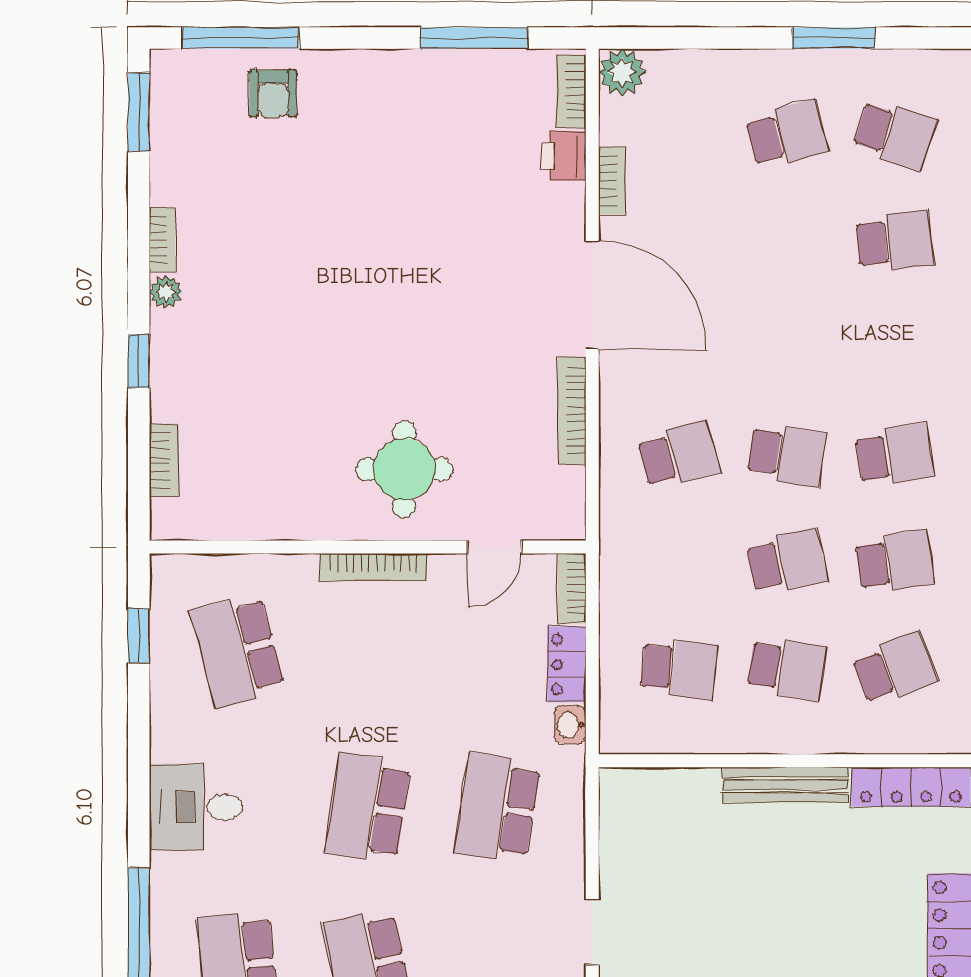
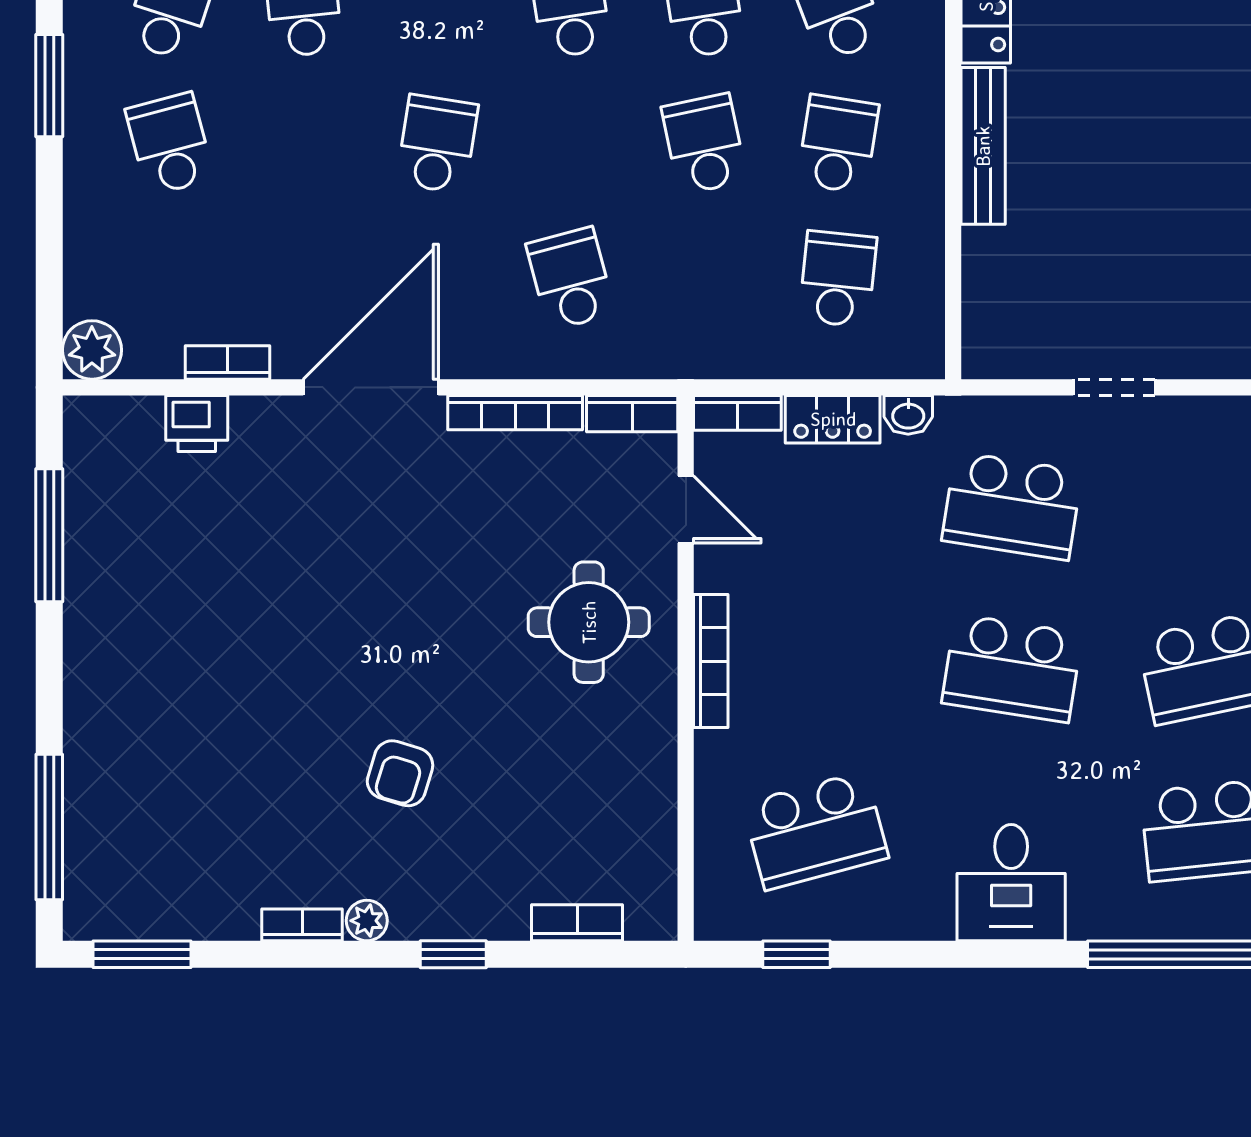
bookcase: (571, 91) -> (632, 414), moved
armchair: (273, 94) -> (400, 773), moved, turned 107
school desk: (787, 455) -> (437, 144), moved
doorway: (592, 932) -> (1114, 387), moved

